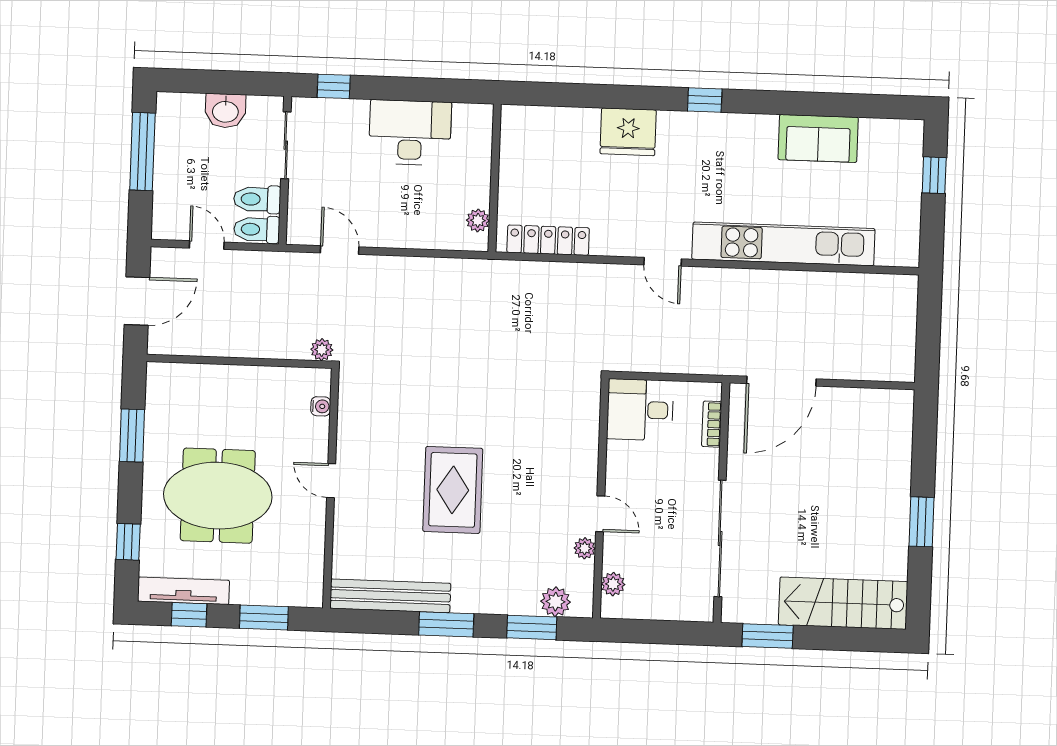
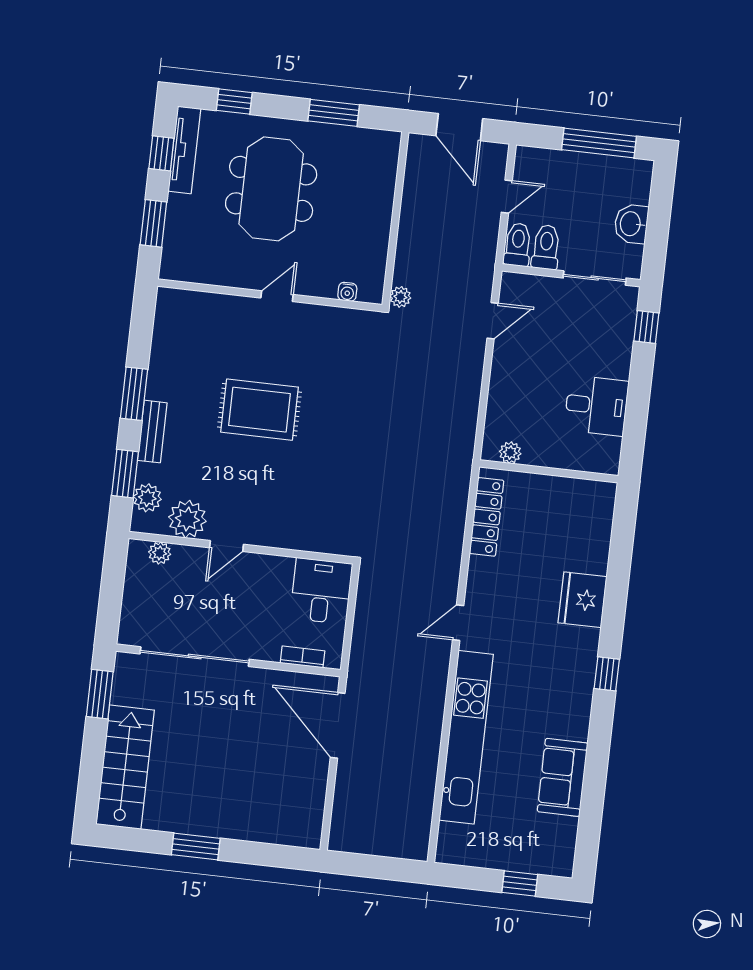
desk: (410, 133) -> (596, 406), width x0.73
plant: (585, 548) -> (187, 519), width x1.87, depth x1.87
bench: (390, 596) -> (152, 432), moved, width x0.54, depth x0.82

